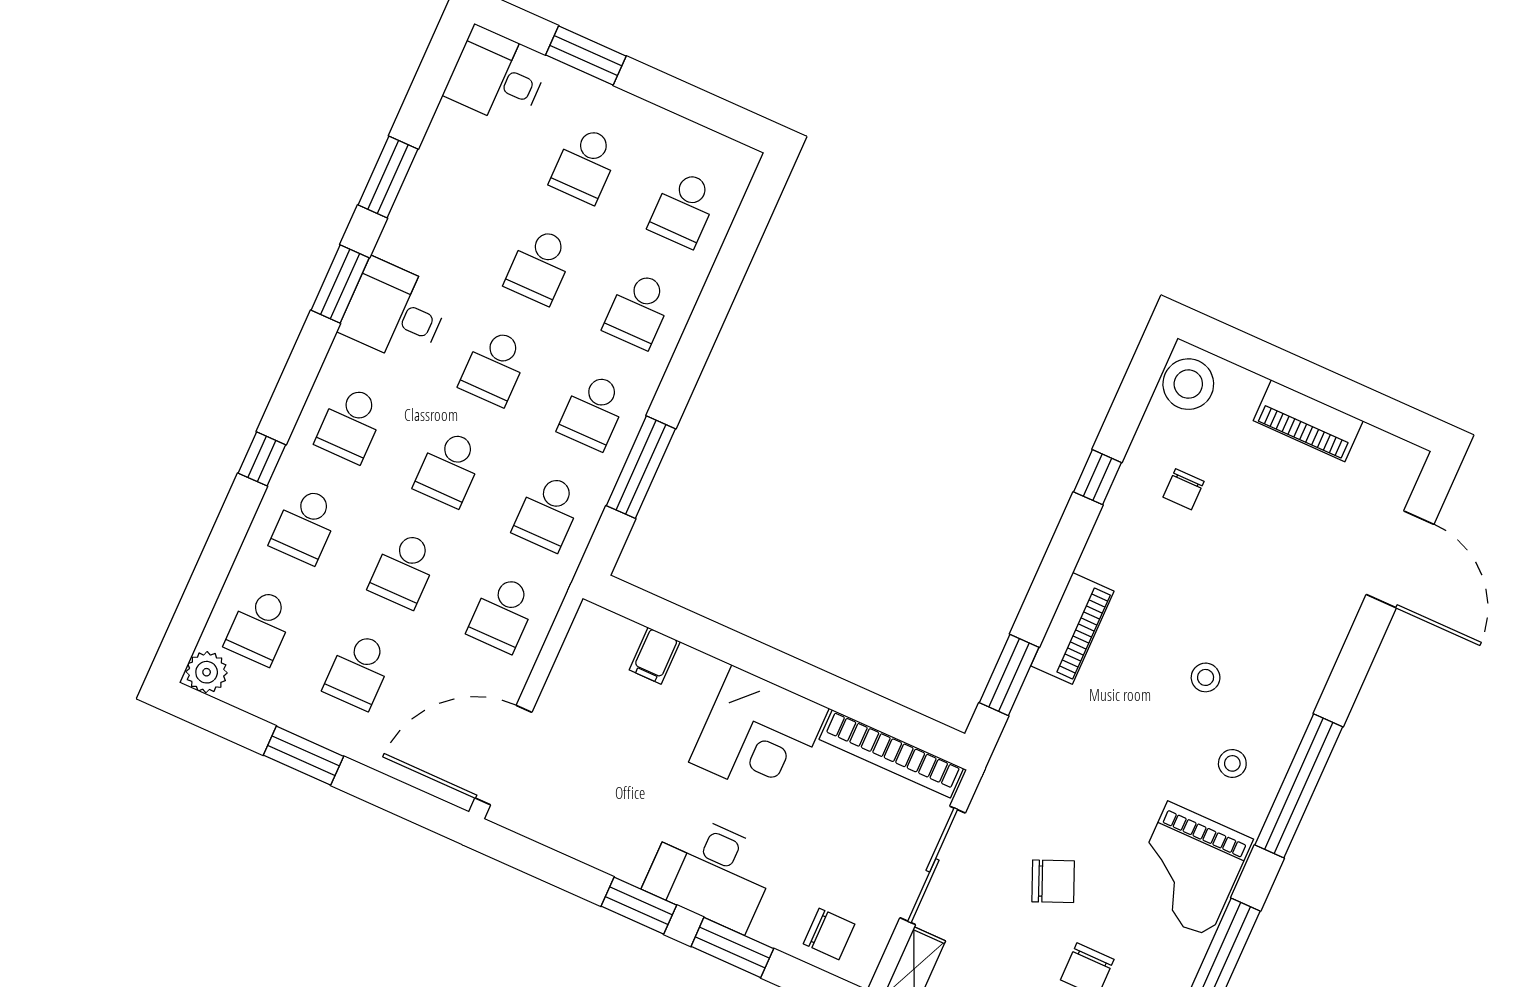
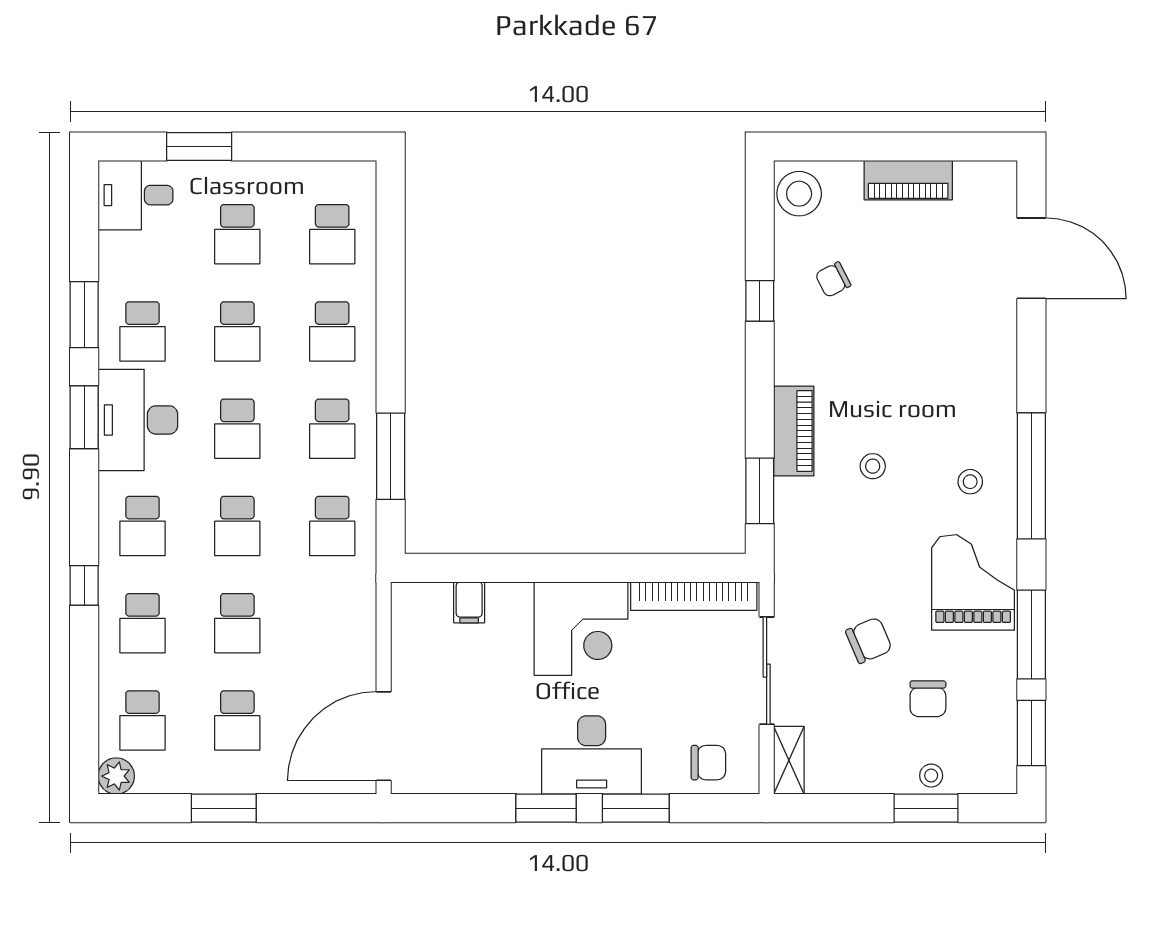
desk: (395, 312) -> (138, 420), width x1.37
chair: (1184, 489) -> (833, 280), turned 63
school desk: (502, 614) -> (142, 331), moved
stool: (1206, 677) -> (873, 466), moved
grand piano: (1188, 870) -> (973, 582), turned 180

